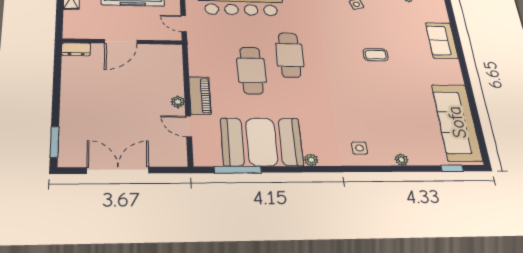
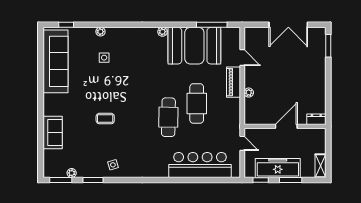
plant: (178, 102) -> (249, 93), moved
side table: (360, 148) -> (104, 58), moved

